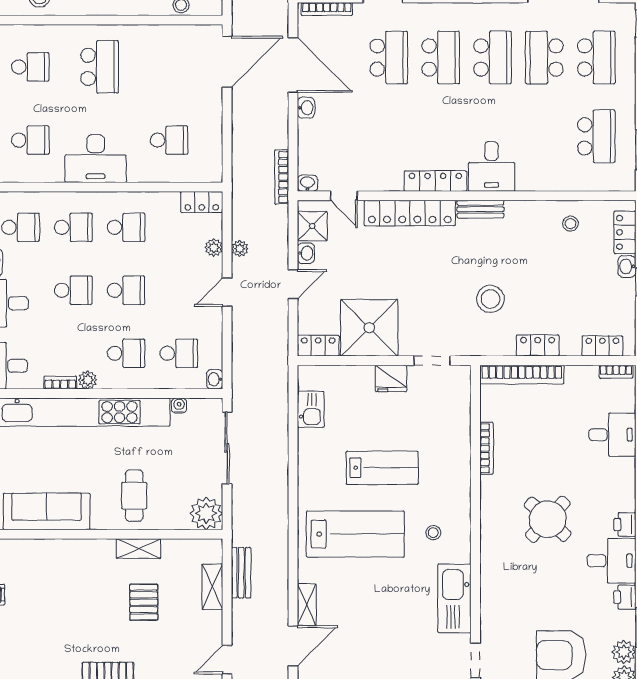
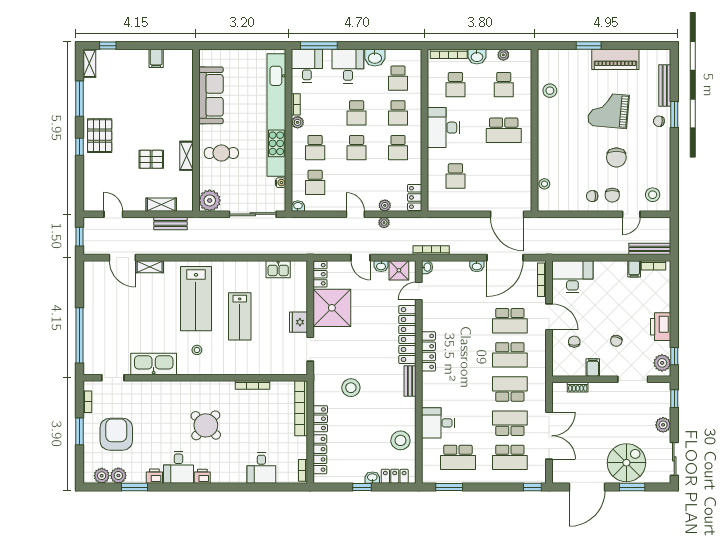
school desk: (493, 58) -> (510, 389), turned 180
desk: (491, 166) -> (438, 423), moved
stool: (571, 224) -> (400, 440), width x1.89, depth x1.89
locker: (602, 346) -> (320, 454), width x1.53

